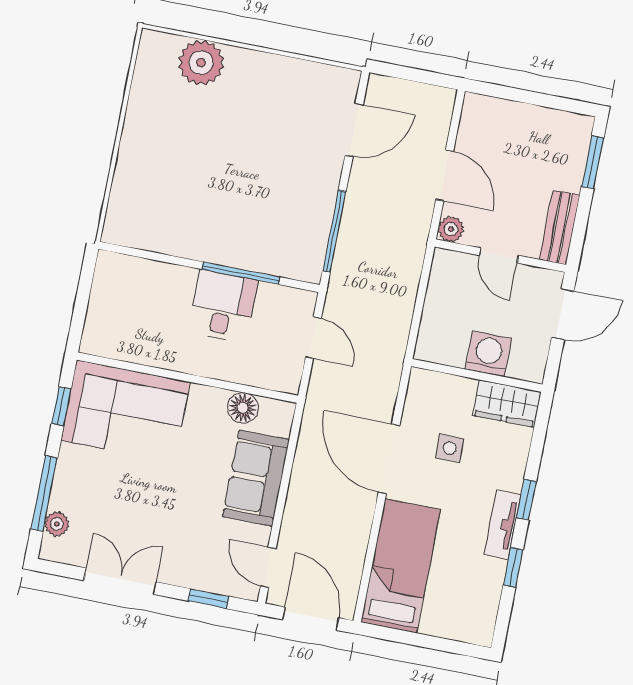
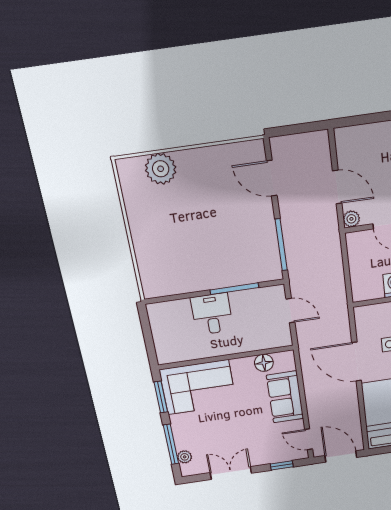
door: (354, 130) -> (272, 178), swing flipped
desk: (223, 306) -> (212, 314), moved
window: (61, 406) -> (161, 397), width x1.50

